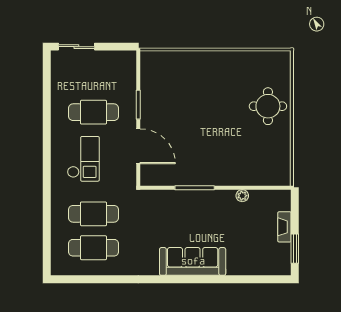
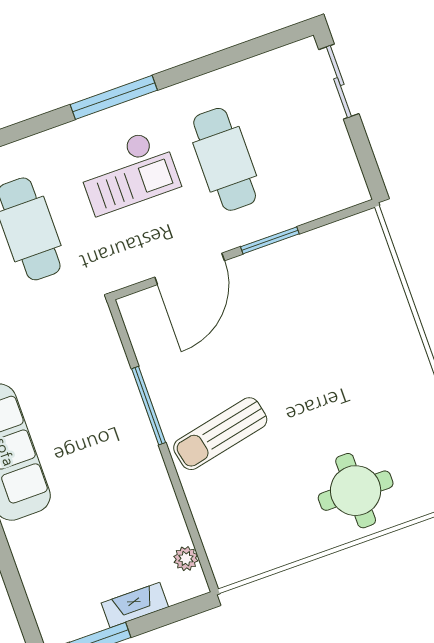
window: (47, 153) -> (114, 97), added
sun lounger: (219, 159) -> (220, 434), added
plant: (242, 196) -> (186, 559), moved

